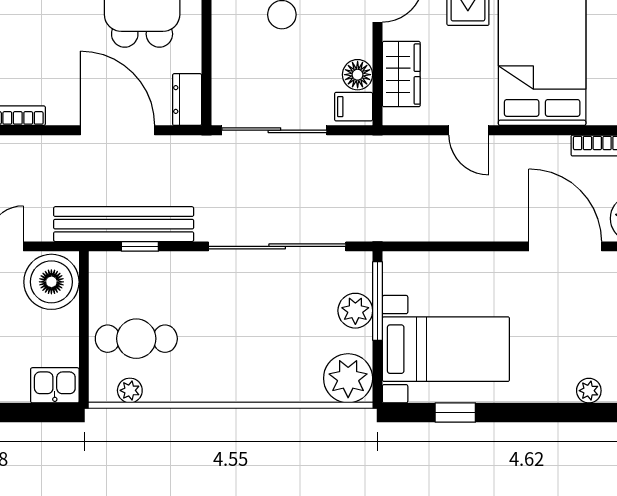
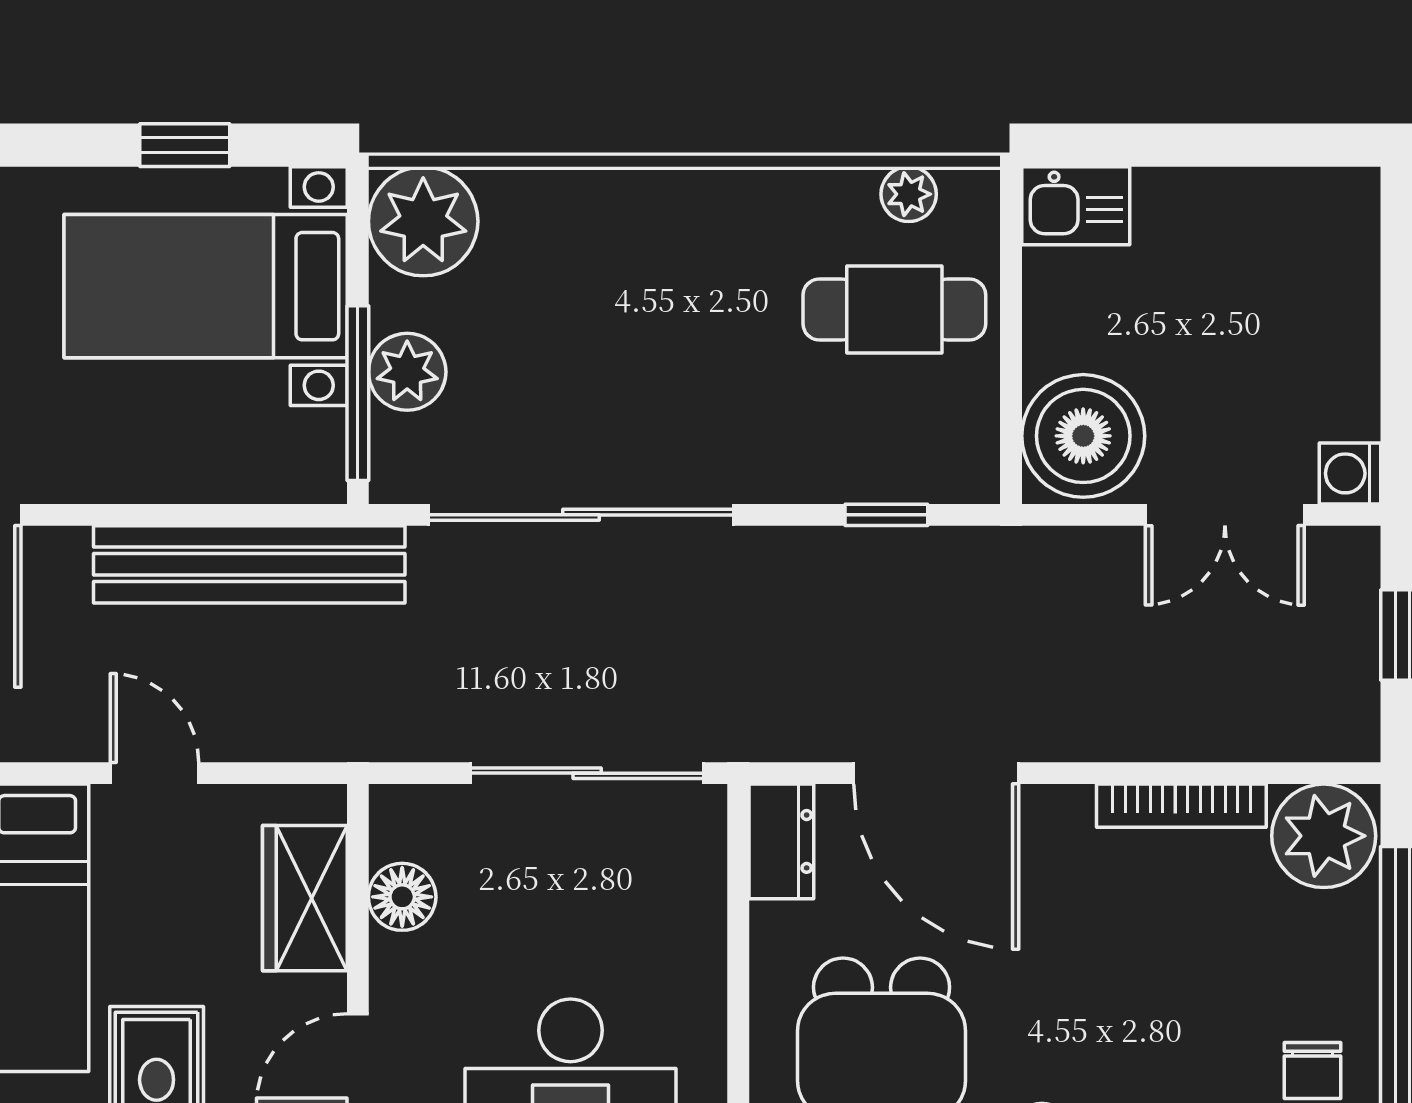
filing cabinet: (354, 107) -> (411, 826), removed
bench: (124, 224) -> (249, 564), moved

